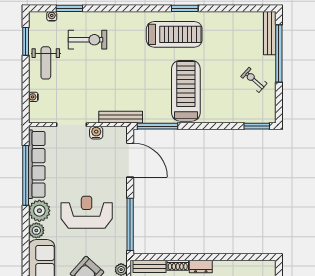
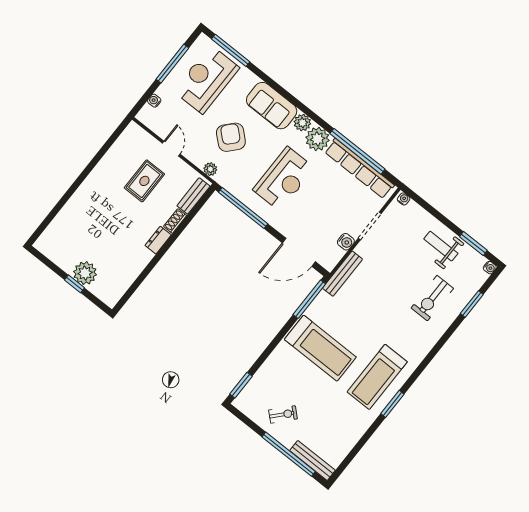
water cooler: (52, 16) -> (490, 268), moved
water cooler: (33, 97) -> (404, 199), moved

